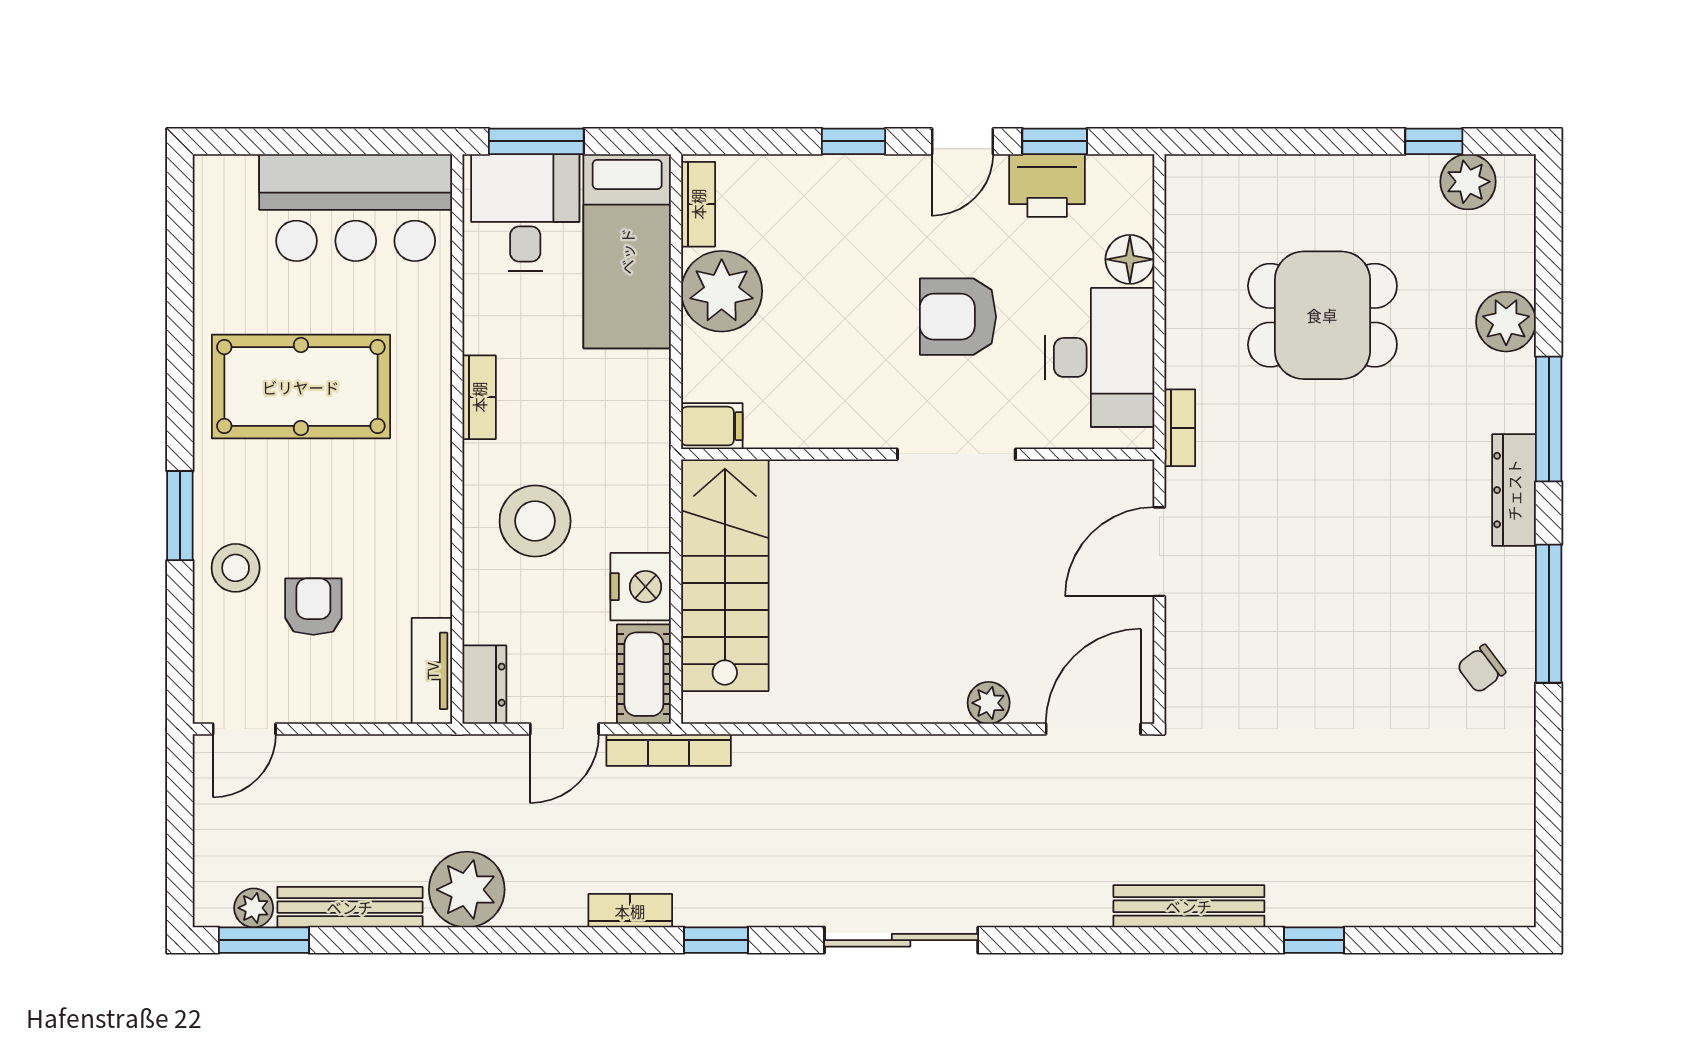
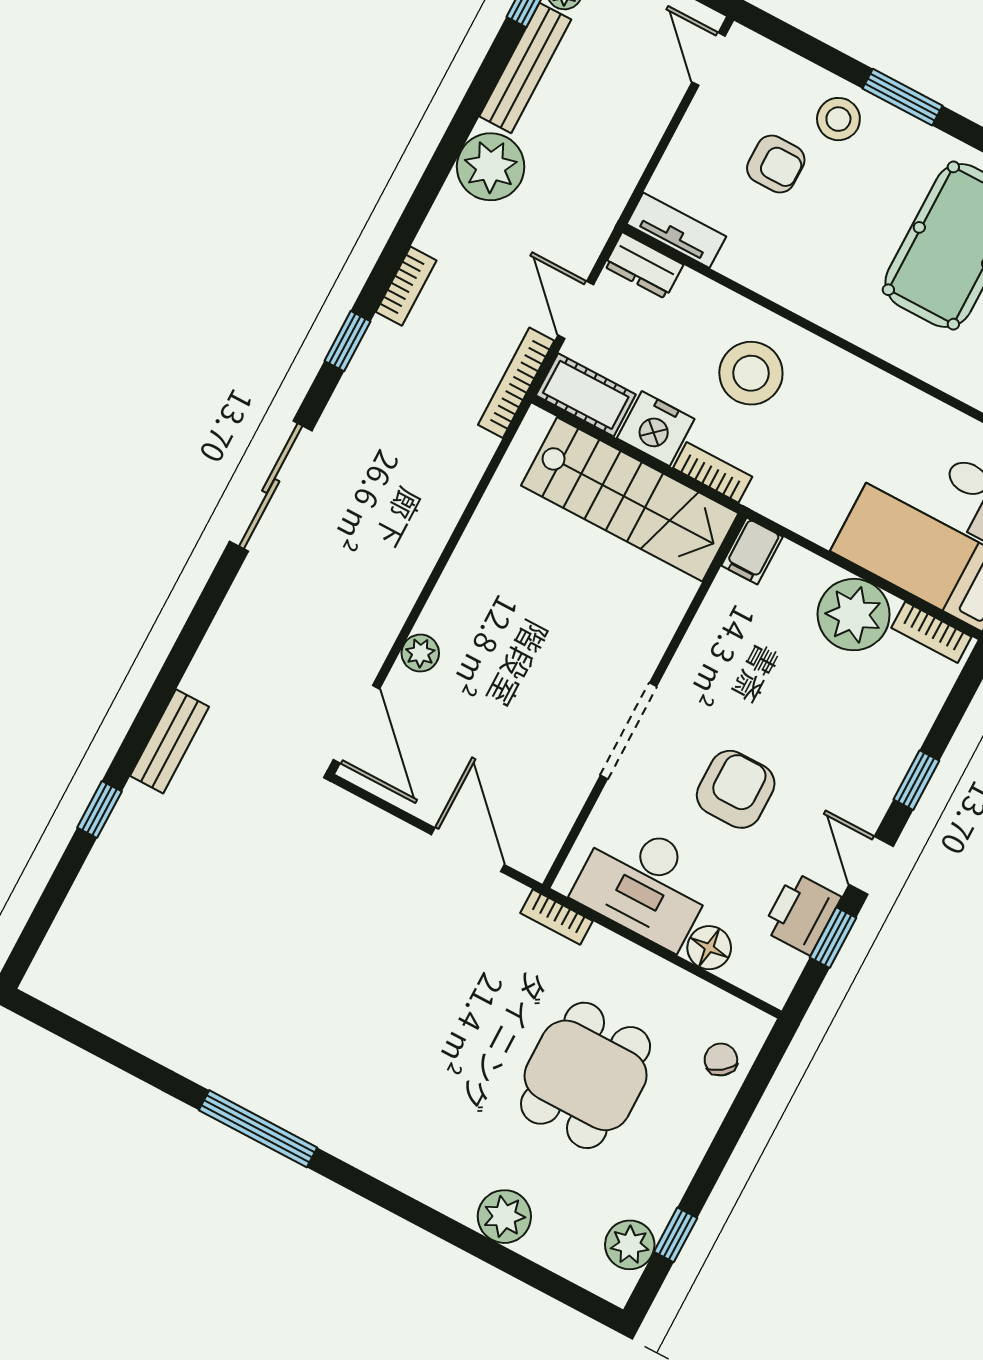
bookcase: (479, 397) -> (713, 472), moved, turned 180
window: (1549, 419) -> (410, 1210), removed
dresser: (1514, 490) -> (369, 1153), removed
chair: (1481, 669) -> (721, 1060), moved
bench: (1189, 906) -> (170, 741), width x0.73

